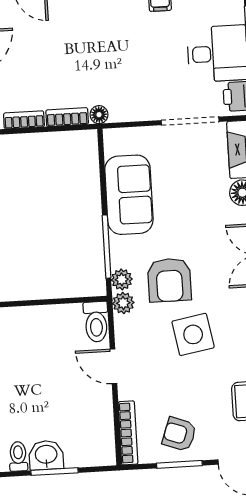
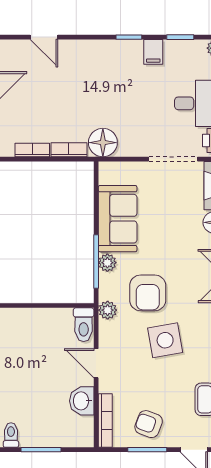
floor lamp: (99, 115) -> (103, 143), width x1.89, depth x1.89
plant: (122, 279) -> (107, 263), moved
washbasin: (46, 455) -> (82, 401), moved, turned -90

